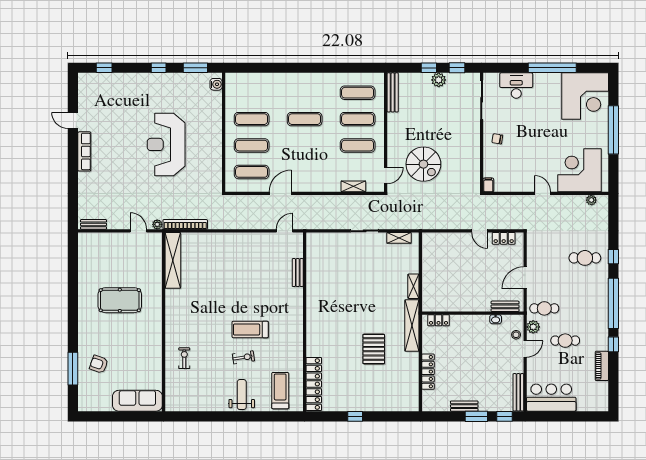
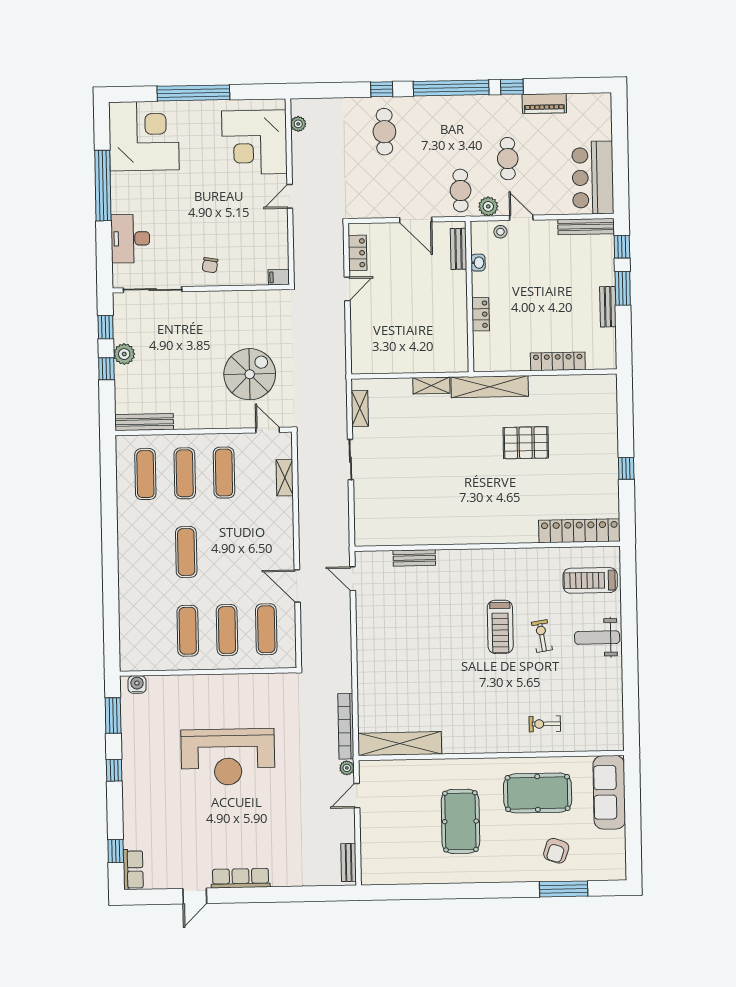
row of seats: (92, 79) -> (133, 870), added
locker: (439, 320) -> (481, 314), moved
pool table: (138, 352) -> (538, 793), added

